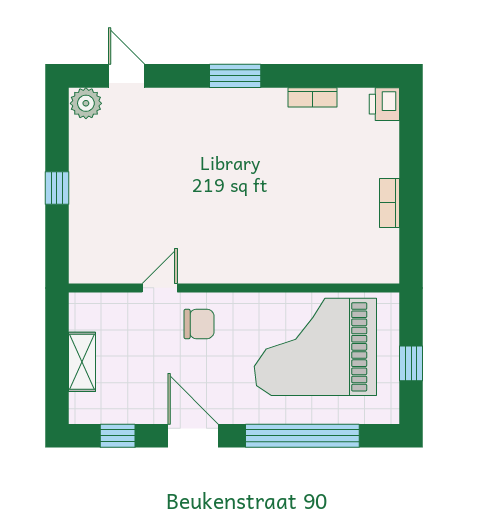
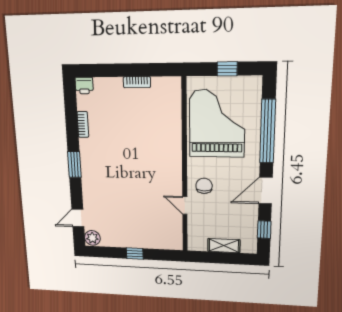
grand piano: (315, 347) -> (217, 124), turned 180

